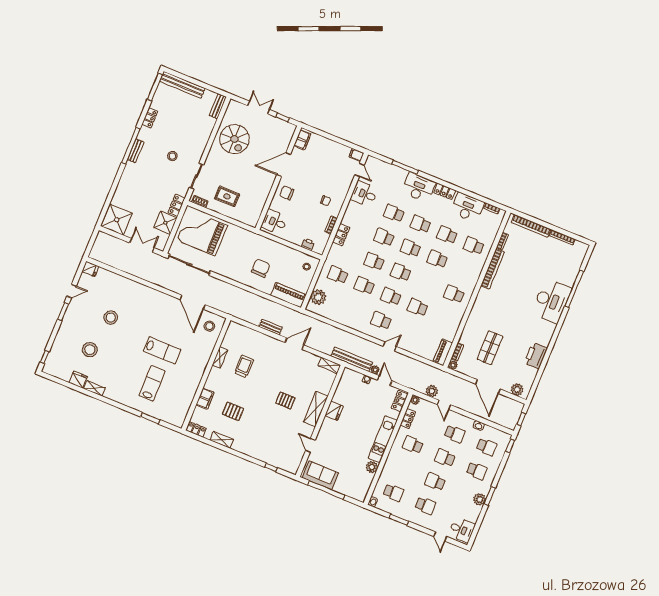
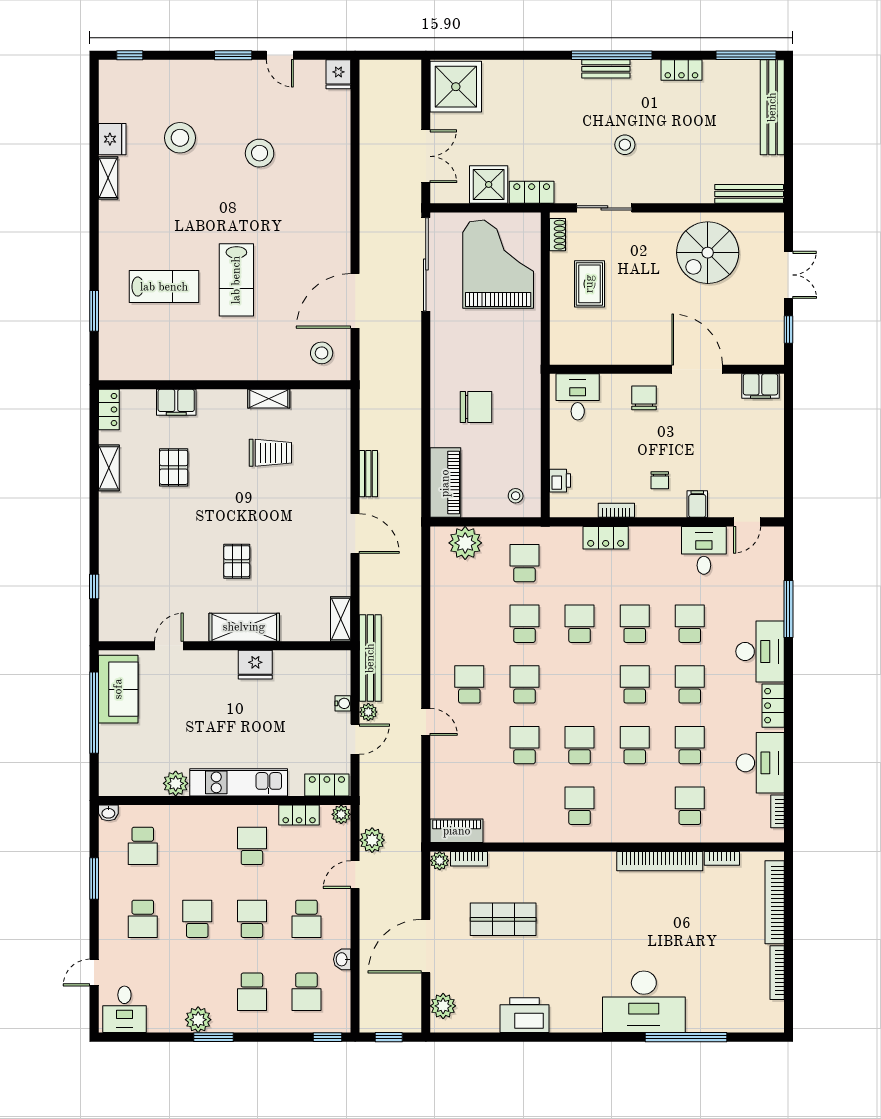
bench: (218, 106) -> (749, 194), width x1.36
filing cabinet: (356, 155) -> (697, 504), moved
school desk: (401, 272) -> (580, 745), moved

